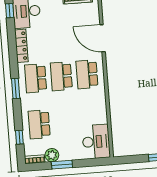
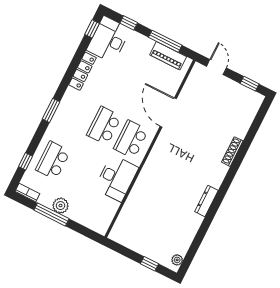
school desk: (36, 78) -> (77, 112), removed
desk: (96, 142) -> (116, 178), moved
plant: (52, 155) -> (61, 206), moved
window: (62, 165) -> (51, 214), width x1.44

